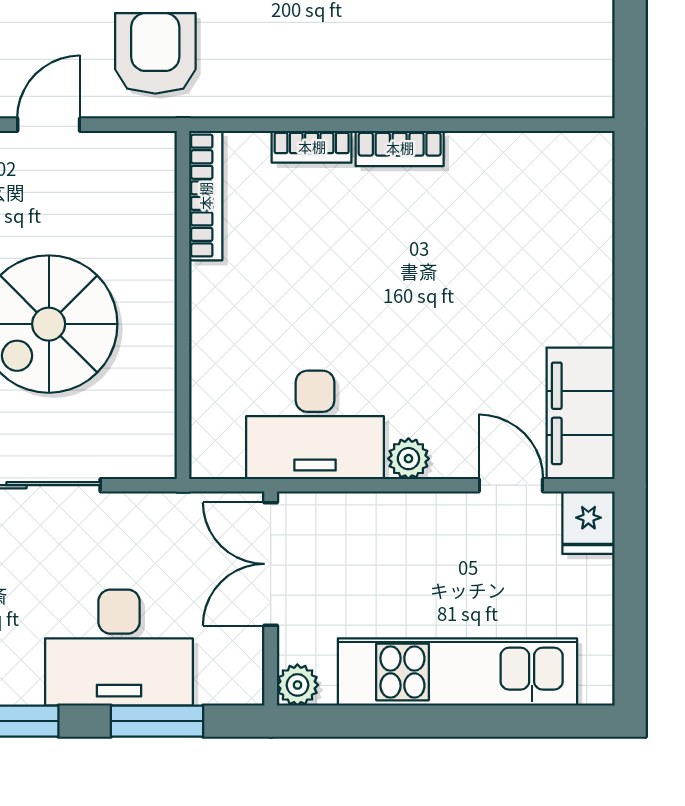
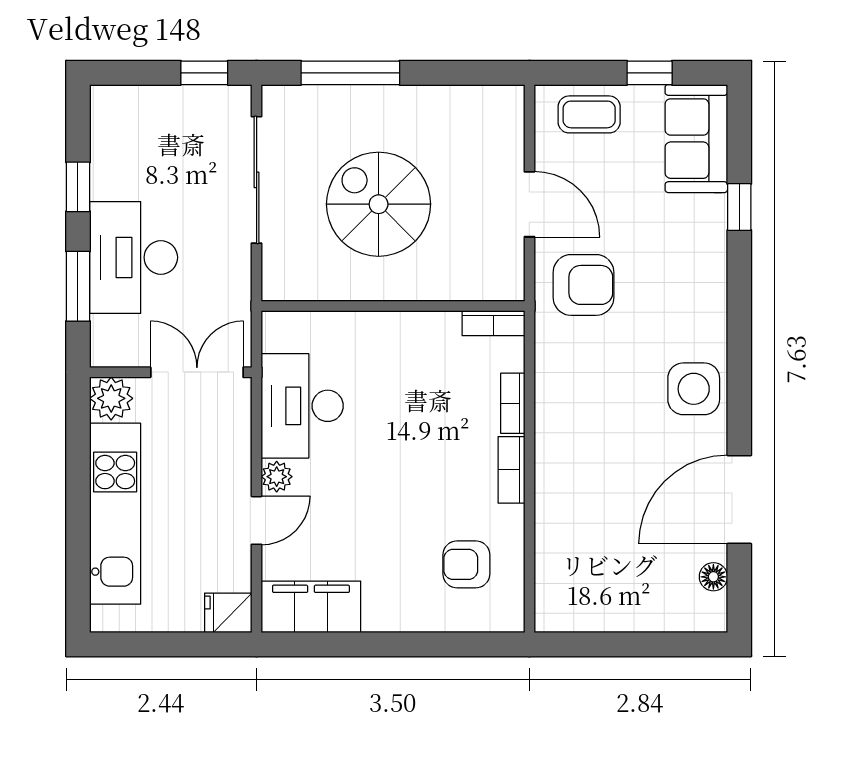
door: (49, 125) -> (529, 204), width x1.38
bookcase: (206, 196) -> (493, 323), width x0.64
armchair: (524, 208) -> (466, 564), added
door: (511, 485) -> (257, 520), moved
plant: (297, 685) -> (111, 398), width x1.38, depth x1.38

